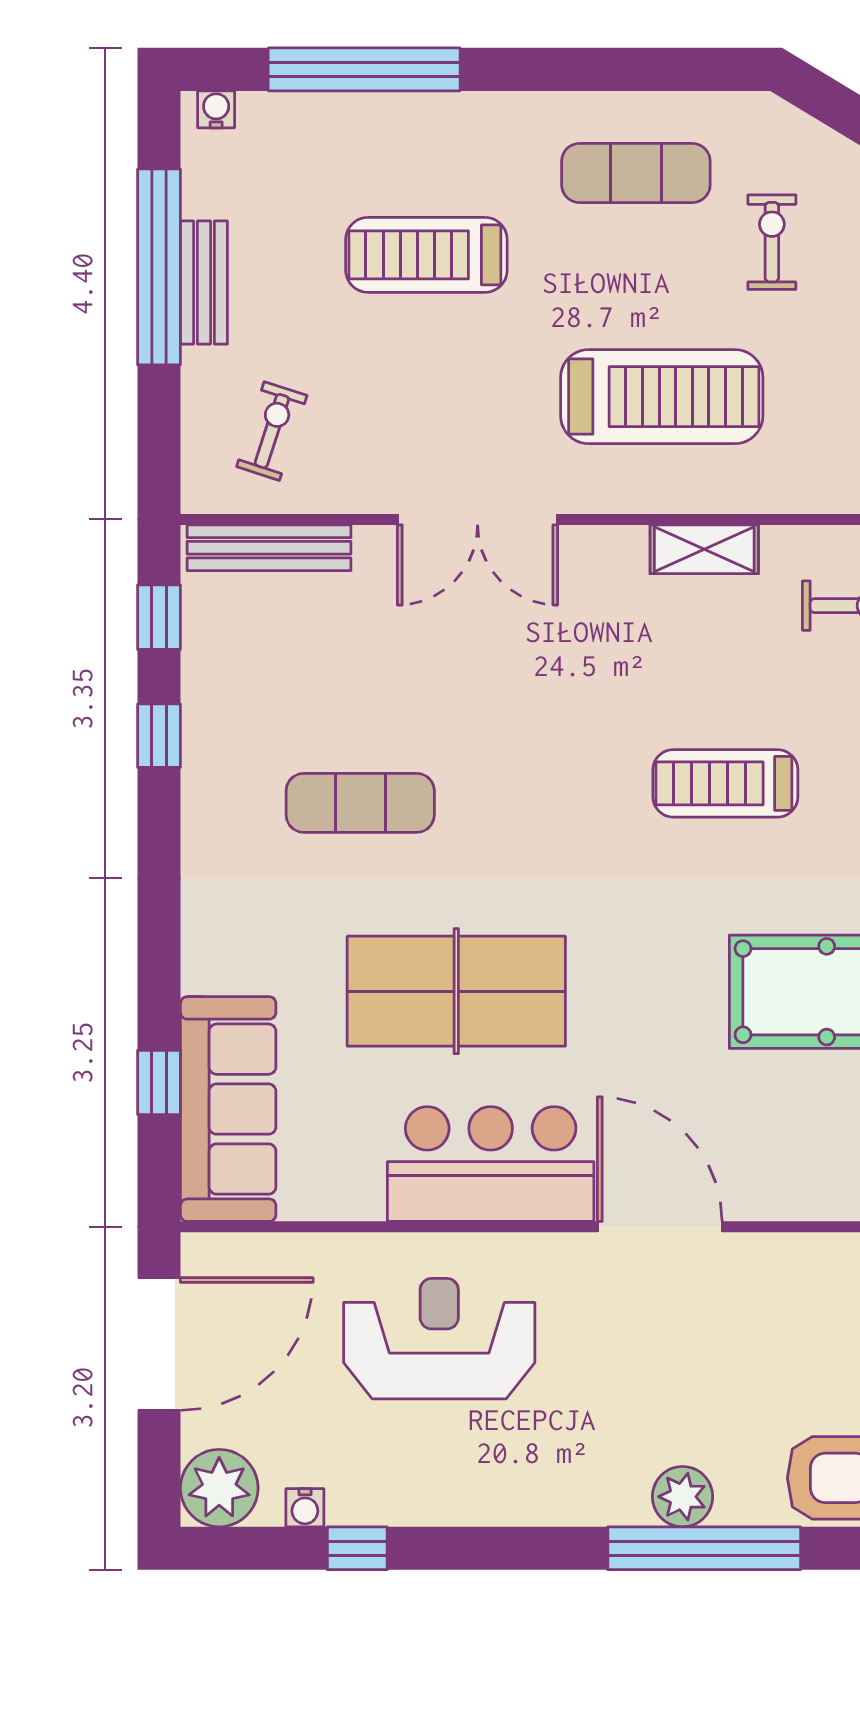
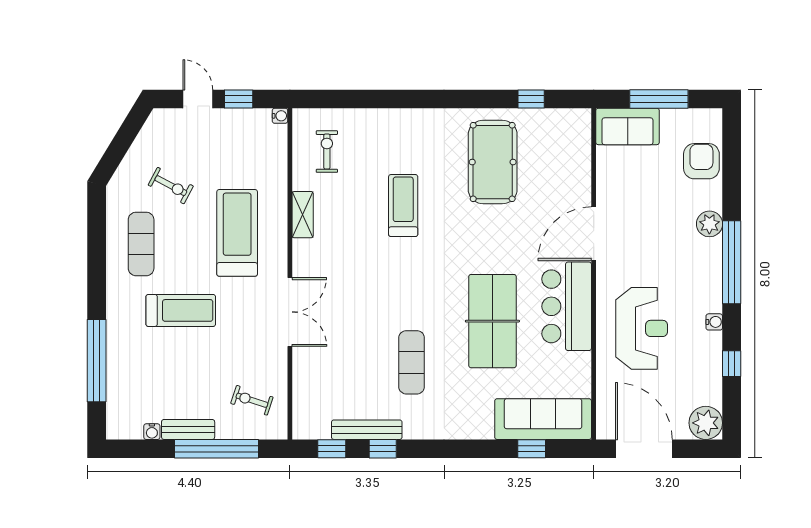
water cooler: (216, 109) -> (152, 432), moved, turned -90
exercise bike: (772, 242) -> (171, 186), turned -152
treadmill: (426, 255) -> (181, 310), moved, turned -90
window: (159, 267) -> (217, 449), moved
bench: (269, 548) -> (367, 430), moved, turned 90
treadmill: (725, 783) -> (403, 206), turned 180
reception desk: (439, 1339) -> (642, 328), turned 180
water cooler: (305, 1508) -> (714, 322), moved
window: (704, 1548) -> (732, 262), moved

